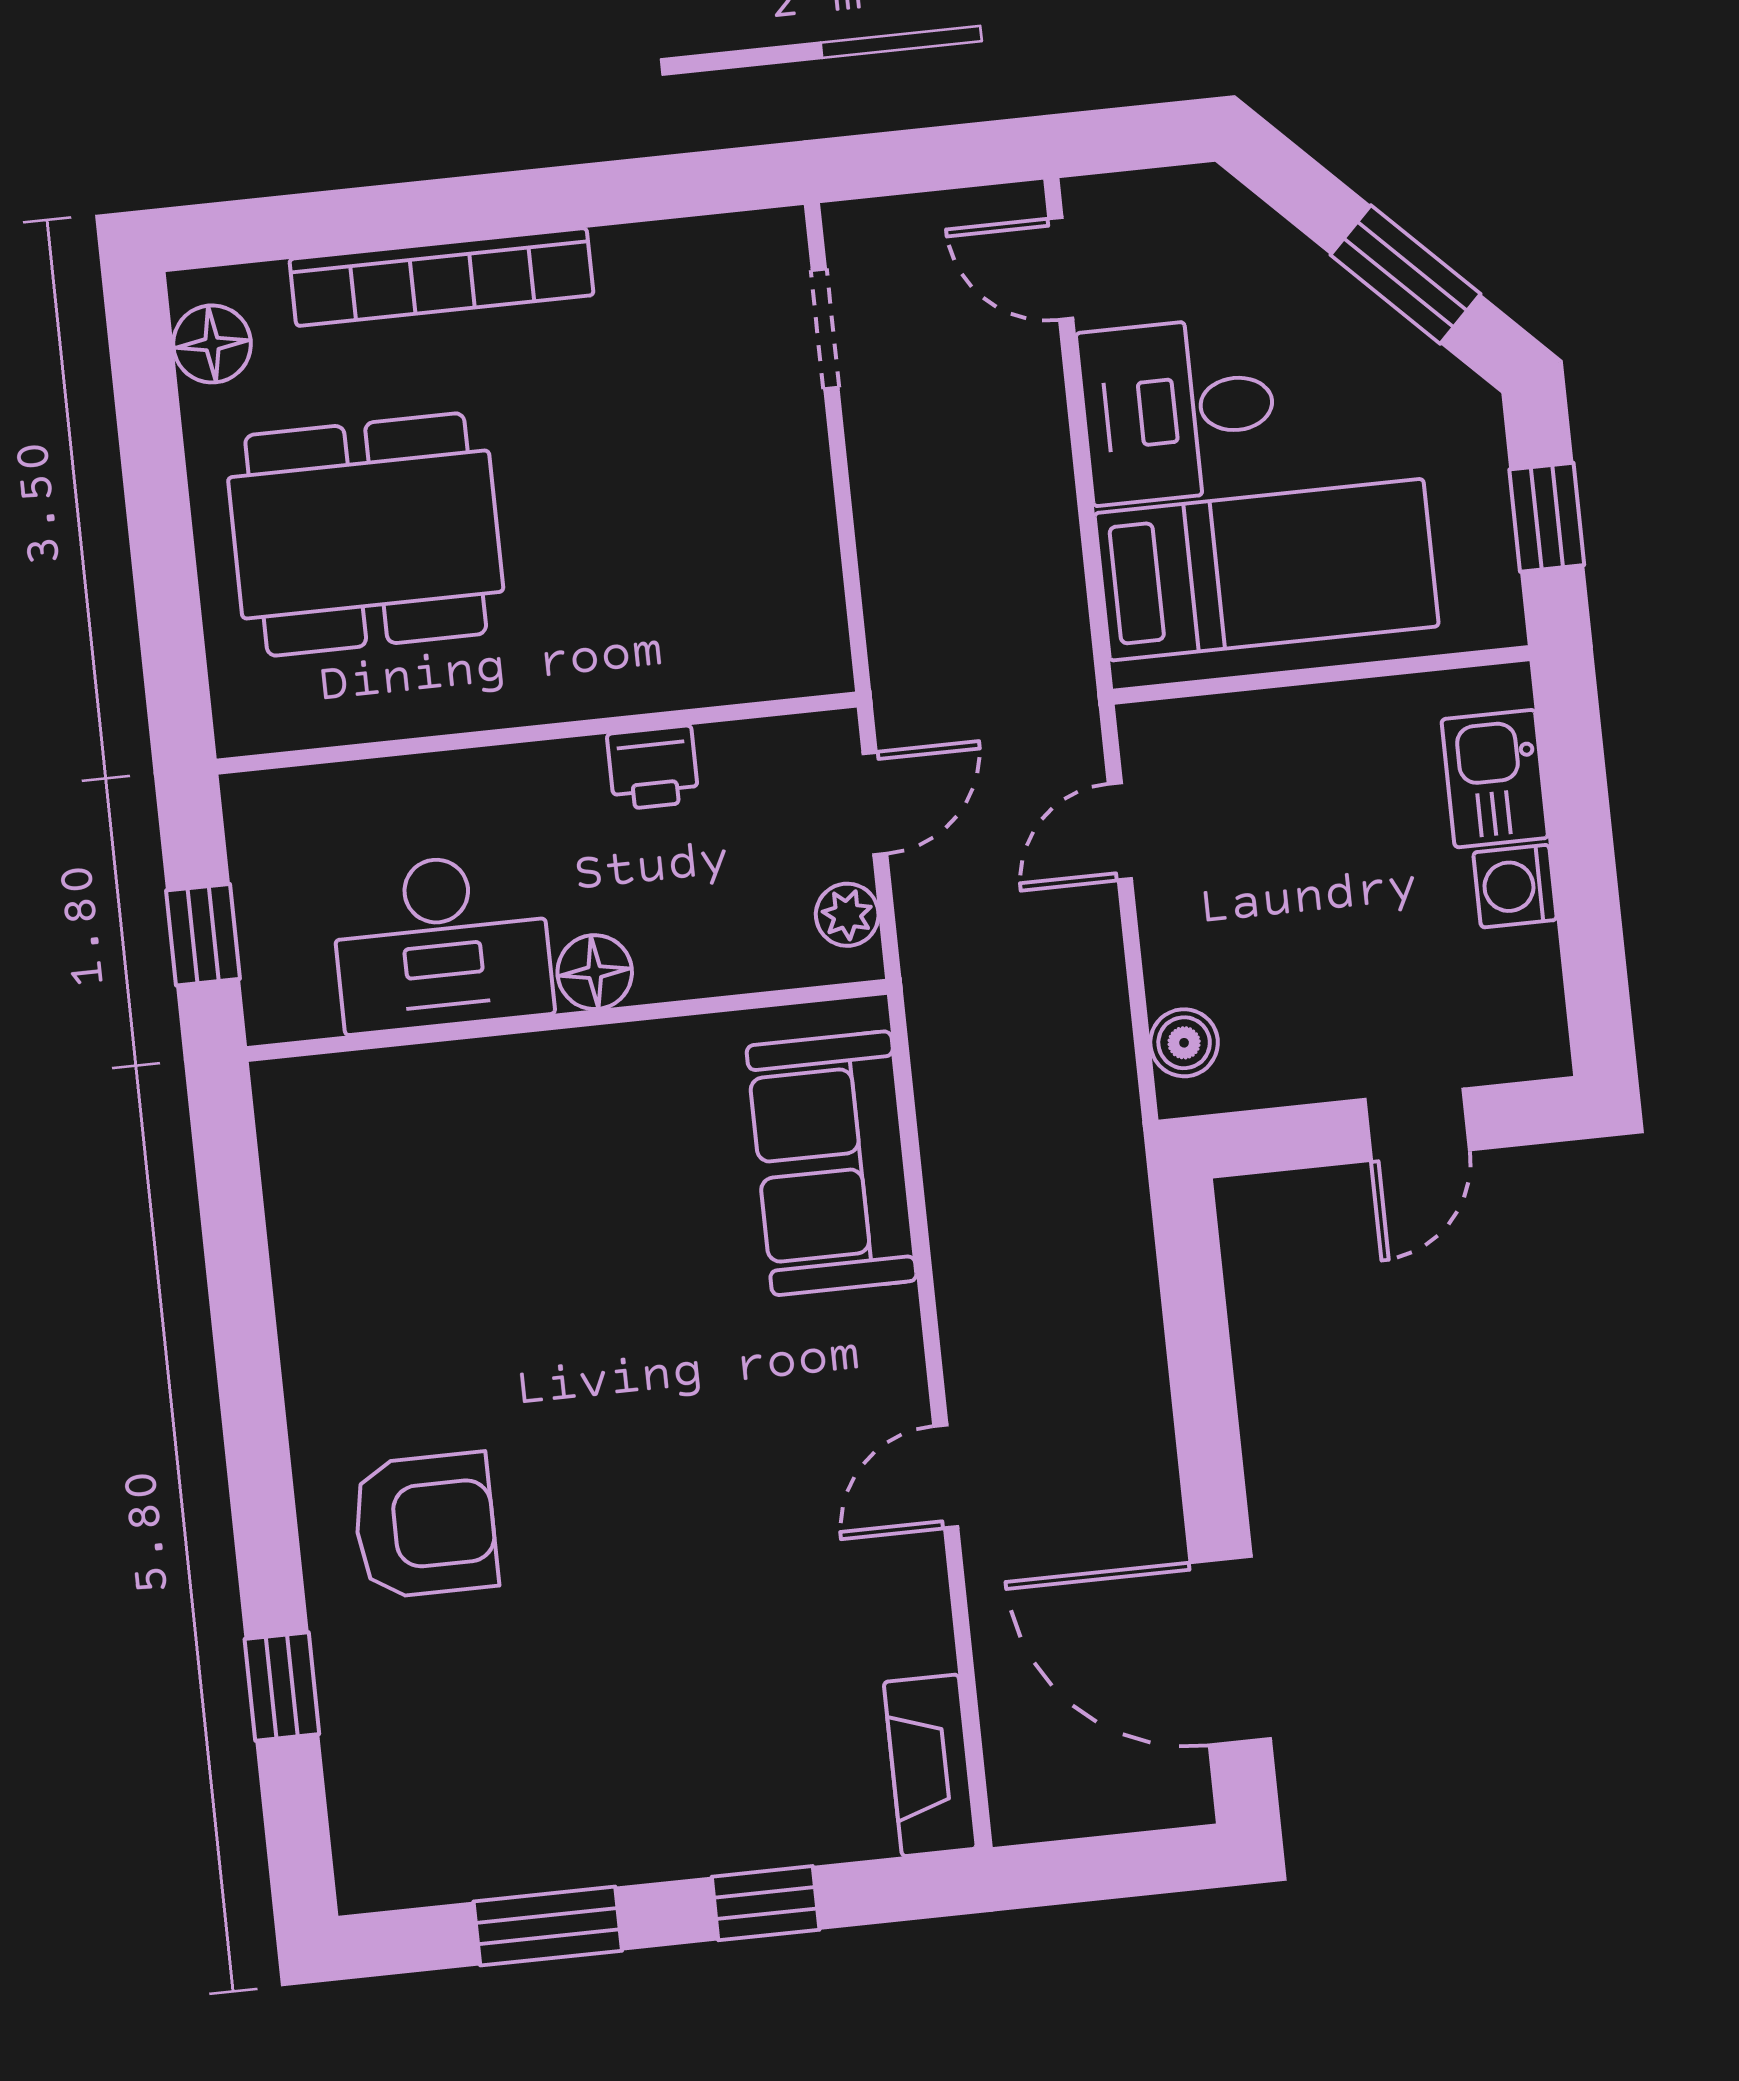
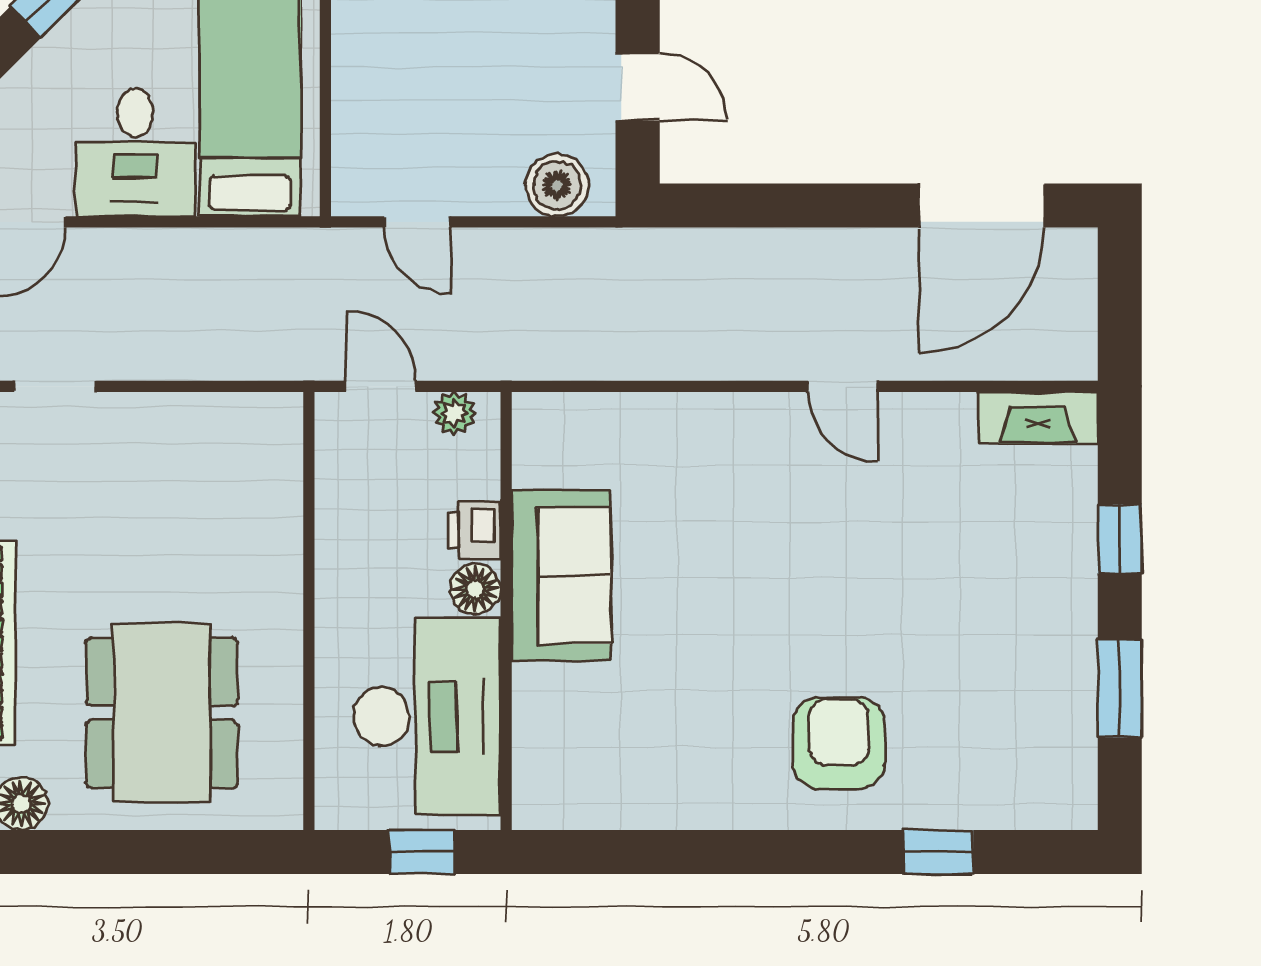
printer: (653, 768) -> (474, 530), moved, turned 180
desk: (442, 942) -> (427, 717), width x1.36, depth x1.30
boiler: (1184, 1043) -> (557, 185), width x1.36, depth x1.36
door: (1417, 1125) -> (638, 87), moved
sofa: (832, 1163) -> (561, 575), moved, turned -90

